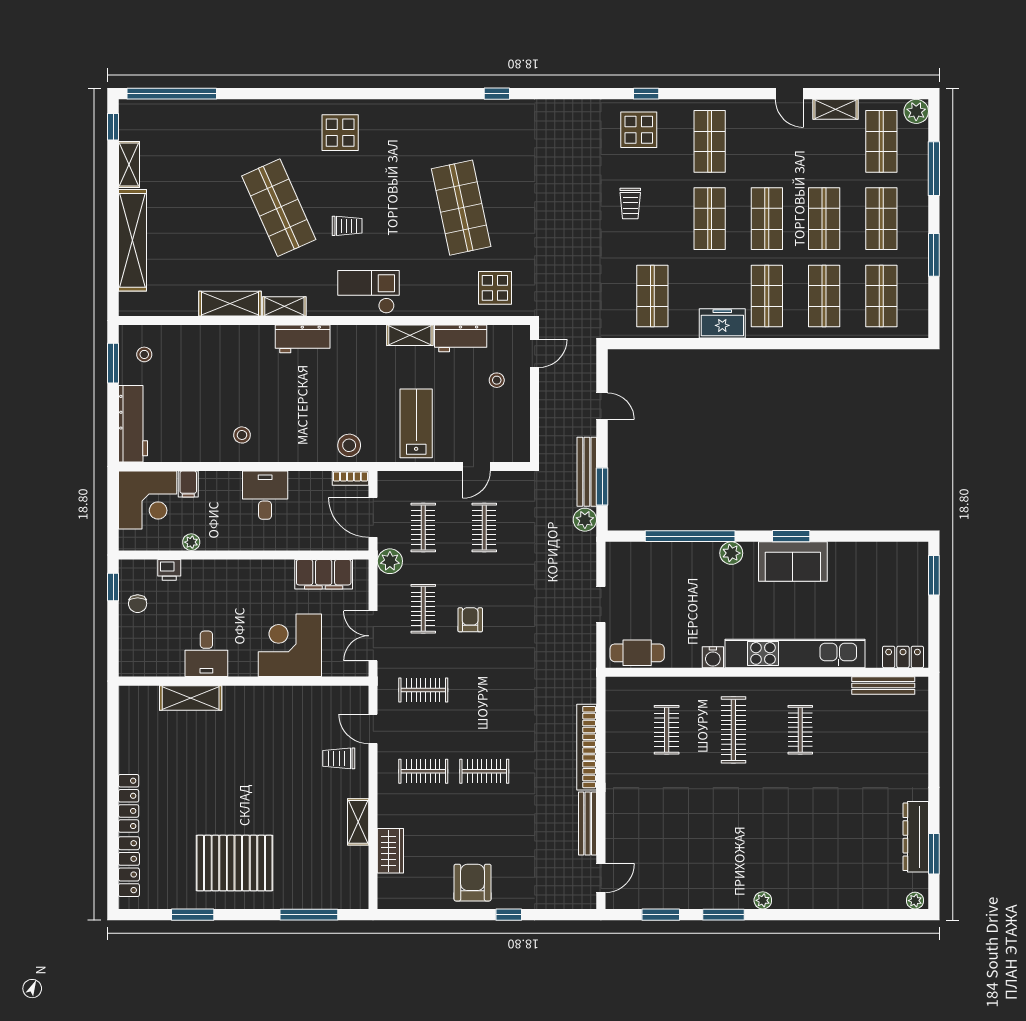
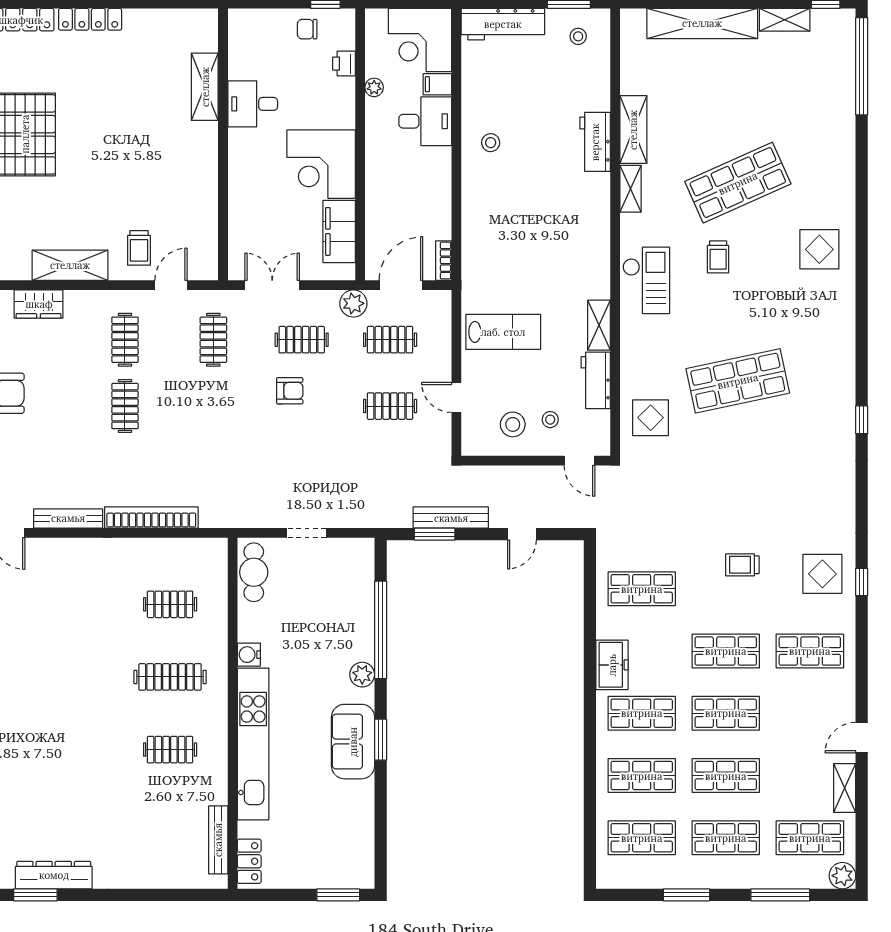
workbench: (303, 339) -> (595, 142), moved
stool: (349, 445) -> (513, 424), moved
desk: (265, 495) -> (425, 121), moved
plant: (585, 520) -> (398, 515), removed
corner desk: (290, 645) -> (321, 164), moved, turned 180
trolley: (339, 758) -> (139, 248), turned 180
shelving: (358, 822) -> (70, 265), width x1.50, depth x1.33

